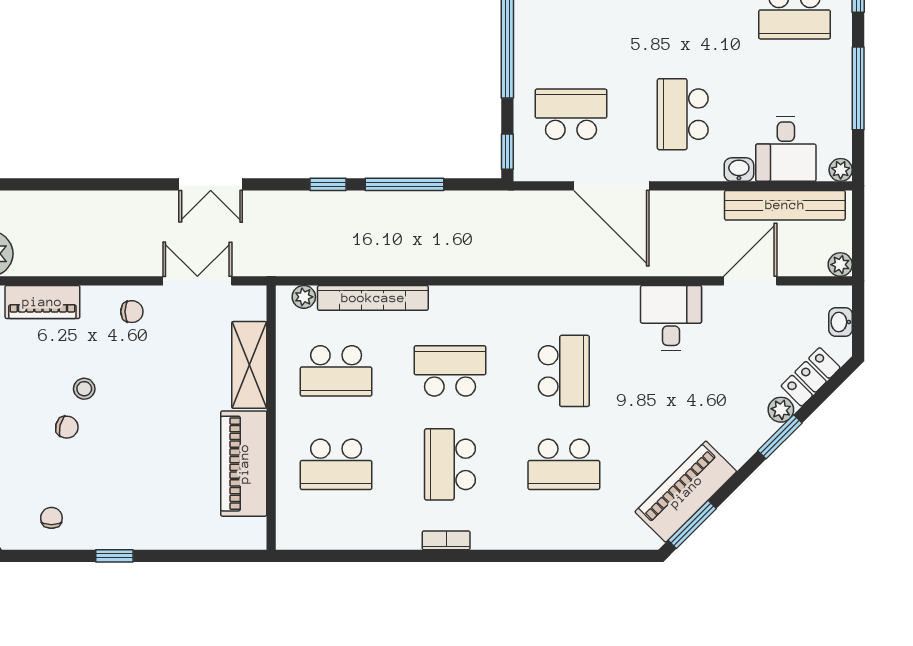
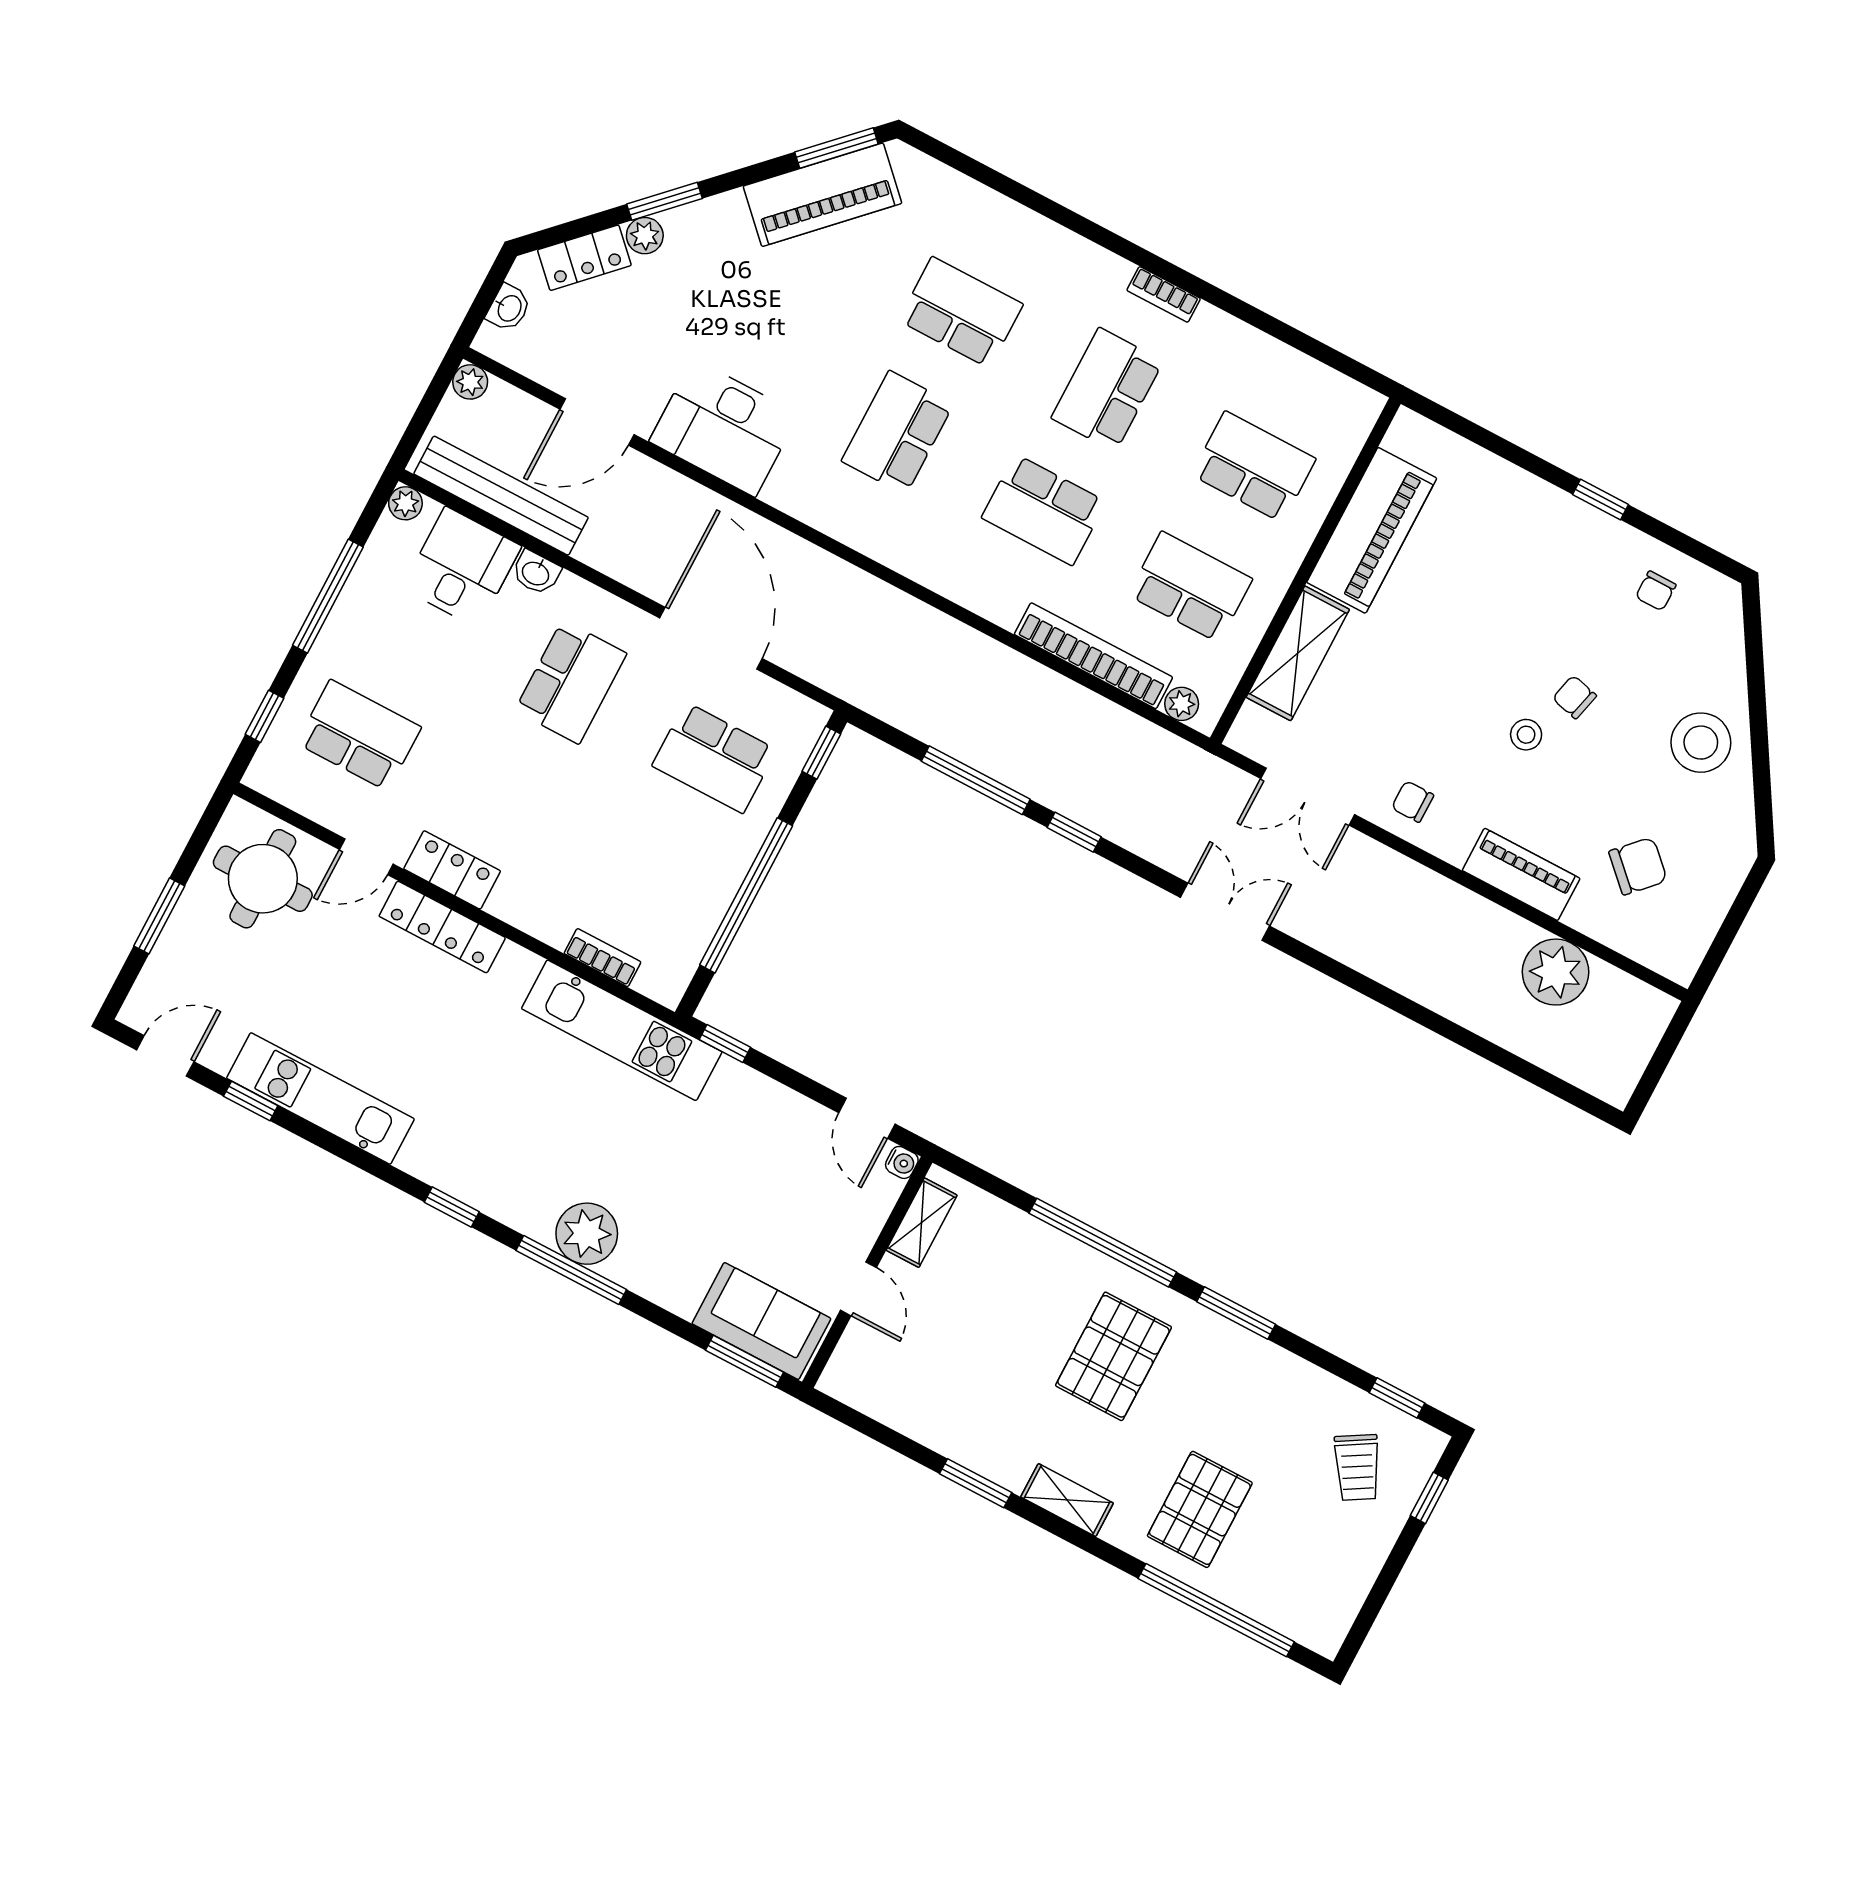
desk: (671, 318) -> (724, 428), width x1.37
school desk: (450, 464) -> (1107, 390), turned 180

